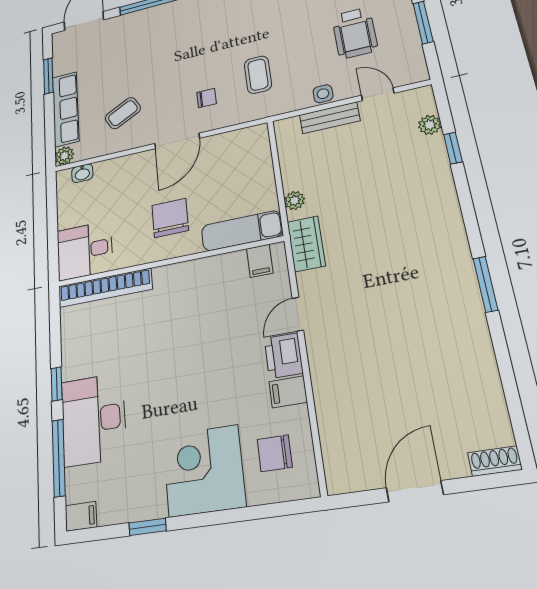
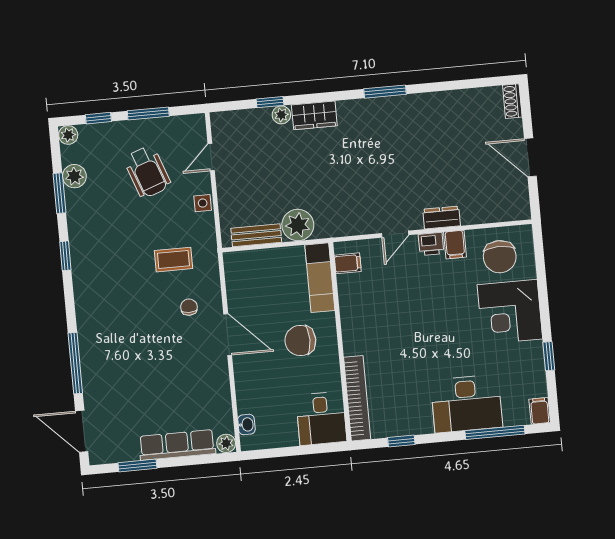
wheelchair: (355, 33) -> (147, 172), turned 70
coffee table: (123, 113) -> (191, 387), removed
bench: (330, 118) -> (256, 235), moved, turned 90
plant: (430, 125) -> (281, 115), moved
plant: (294, 201) -> (298, 225), width x1.88, depth x1.88
wardrobe: (306, 244) -> (314, 115), moved, turned 180
door: (298, 314) -> (395, 234), hinge flipped
printer: (284, 356) -> (431, 244), width x0.73, depth x0.81
dresser: (322, 372) -> (442, 218), added
window: (57, 384) -> (401, 441), moved
chair: (275, 453) -> (500, 257), width x1.37, depth x1.37

